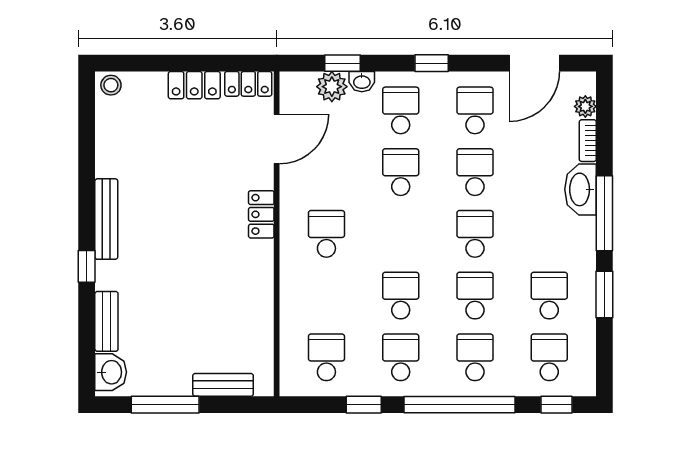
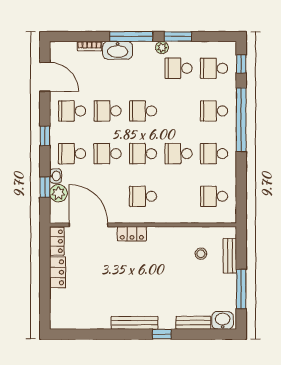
stool: (111, 85) -> (201, 254), moved
plant: (585, 106) -> (162, 48), moved
door: (277, 139) -> (89, 225), width x1.36
school desk: (475, 296) -> (143, 154), moved
window: (364, 405) -> (241, 175), removed

